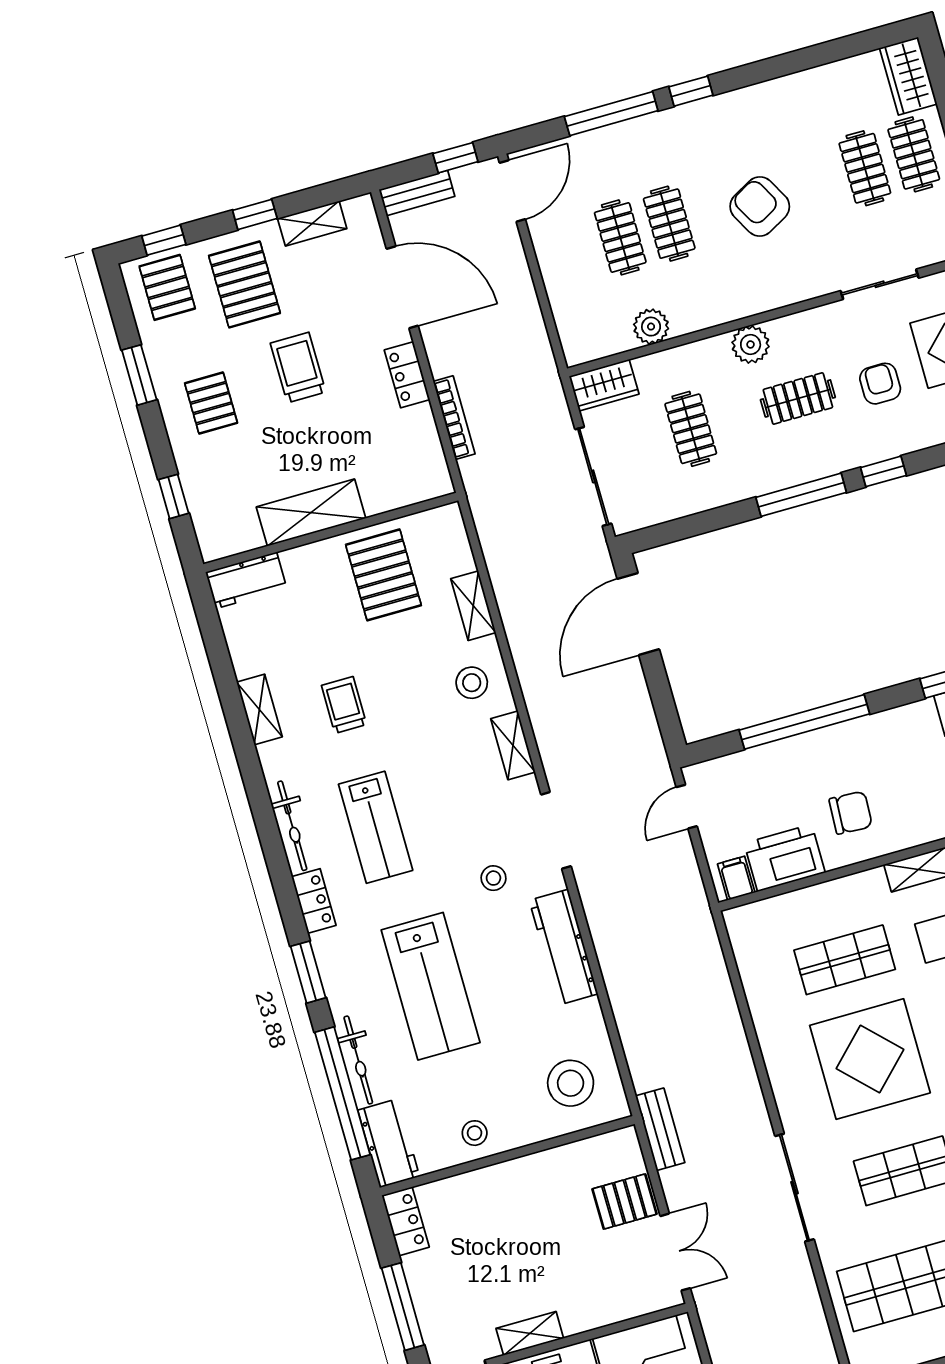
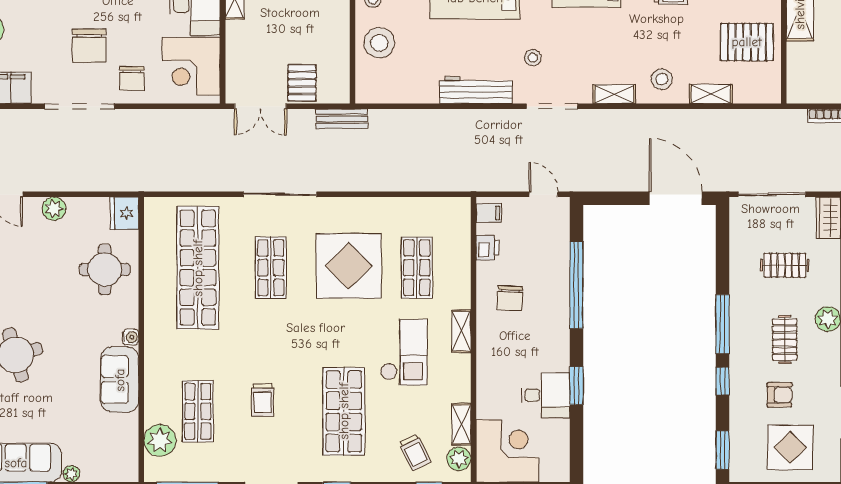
printer: (785, 858) -> (487, 248), width x0.53, depth x0.68
stool: (571, 1083) -> (379, 43), moved

